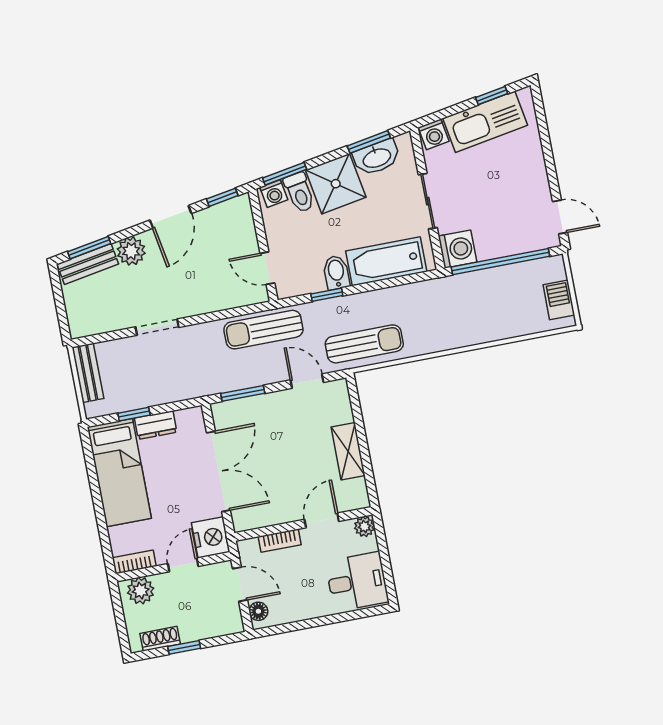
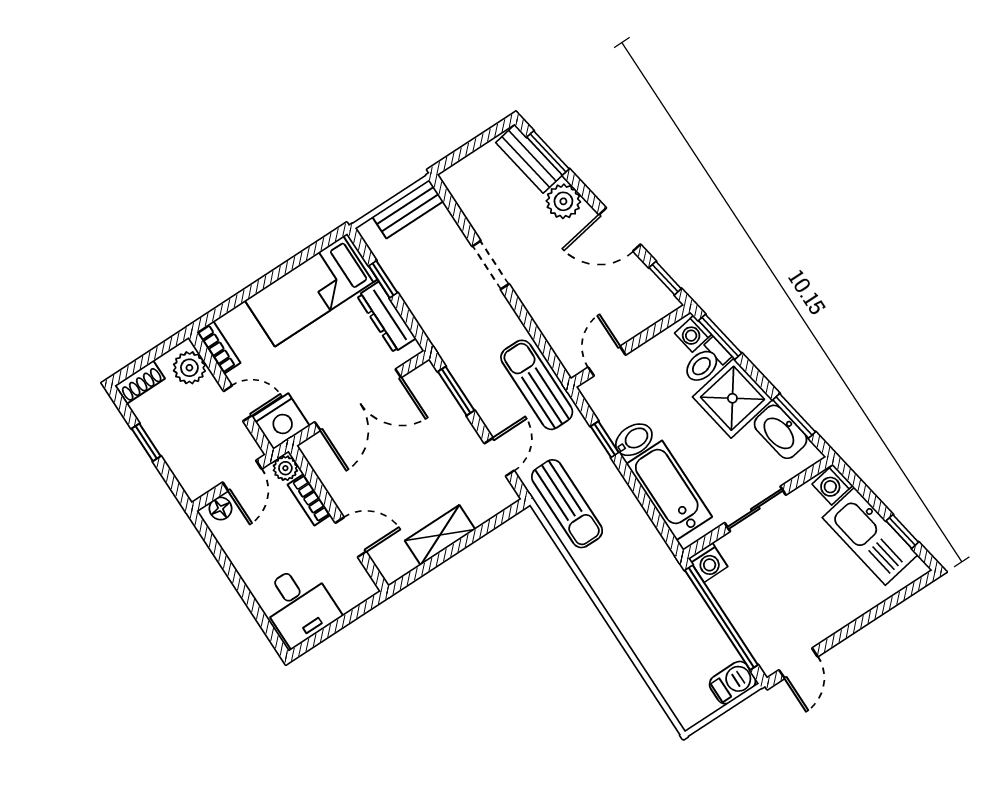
washing machine: (458, 249) -> (708, 563), width x0.73, depth x0.73
barbecue: (559, 300) -> (733, 683), moved
dresser: (156, 425) -> (386, 317), width x1.44
plant: (364, 527) -> (285, 468), moved
shoe rack: (160, 639) -> (140, 382), moved, turned 90

